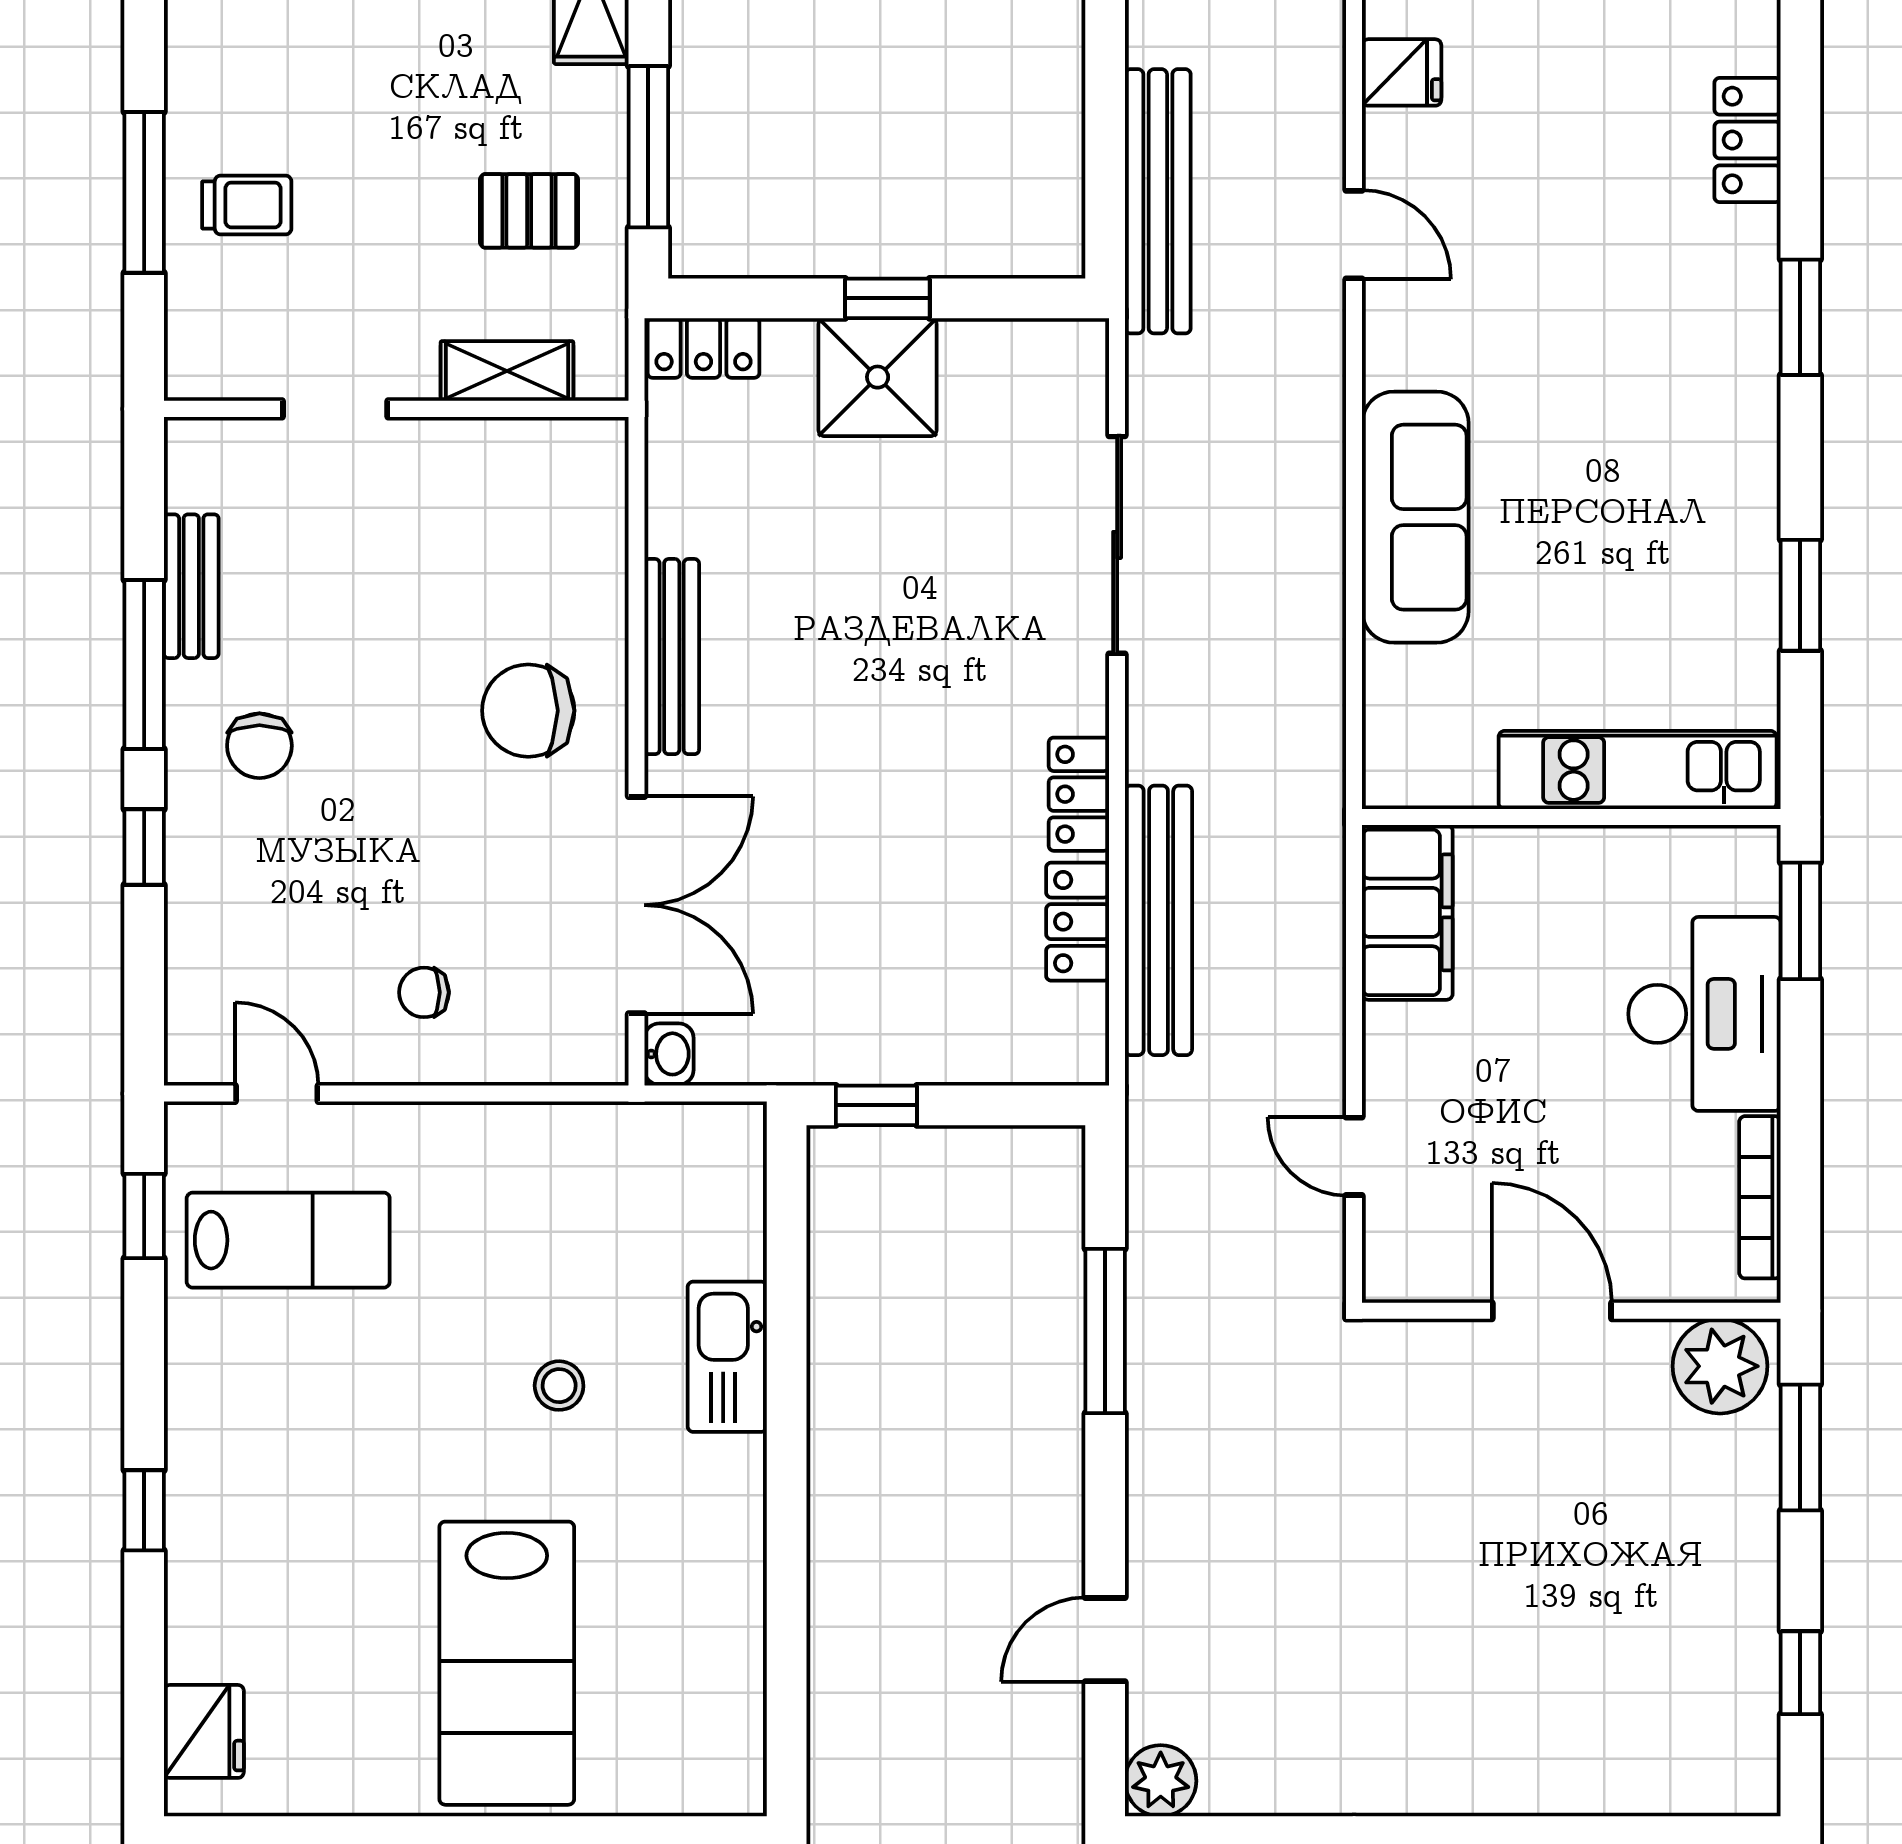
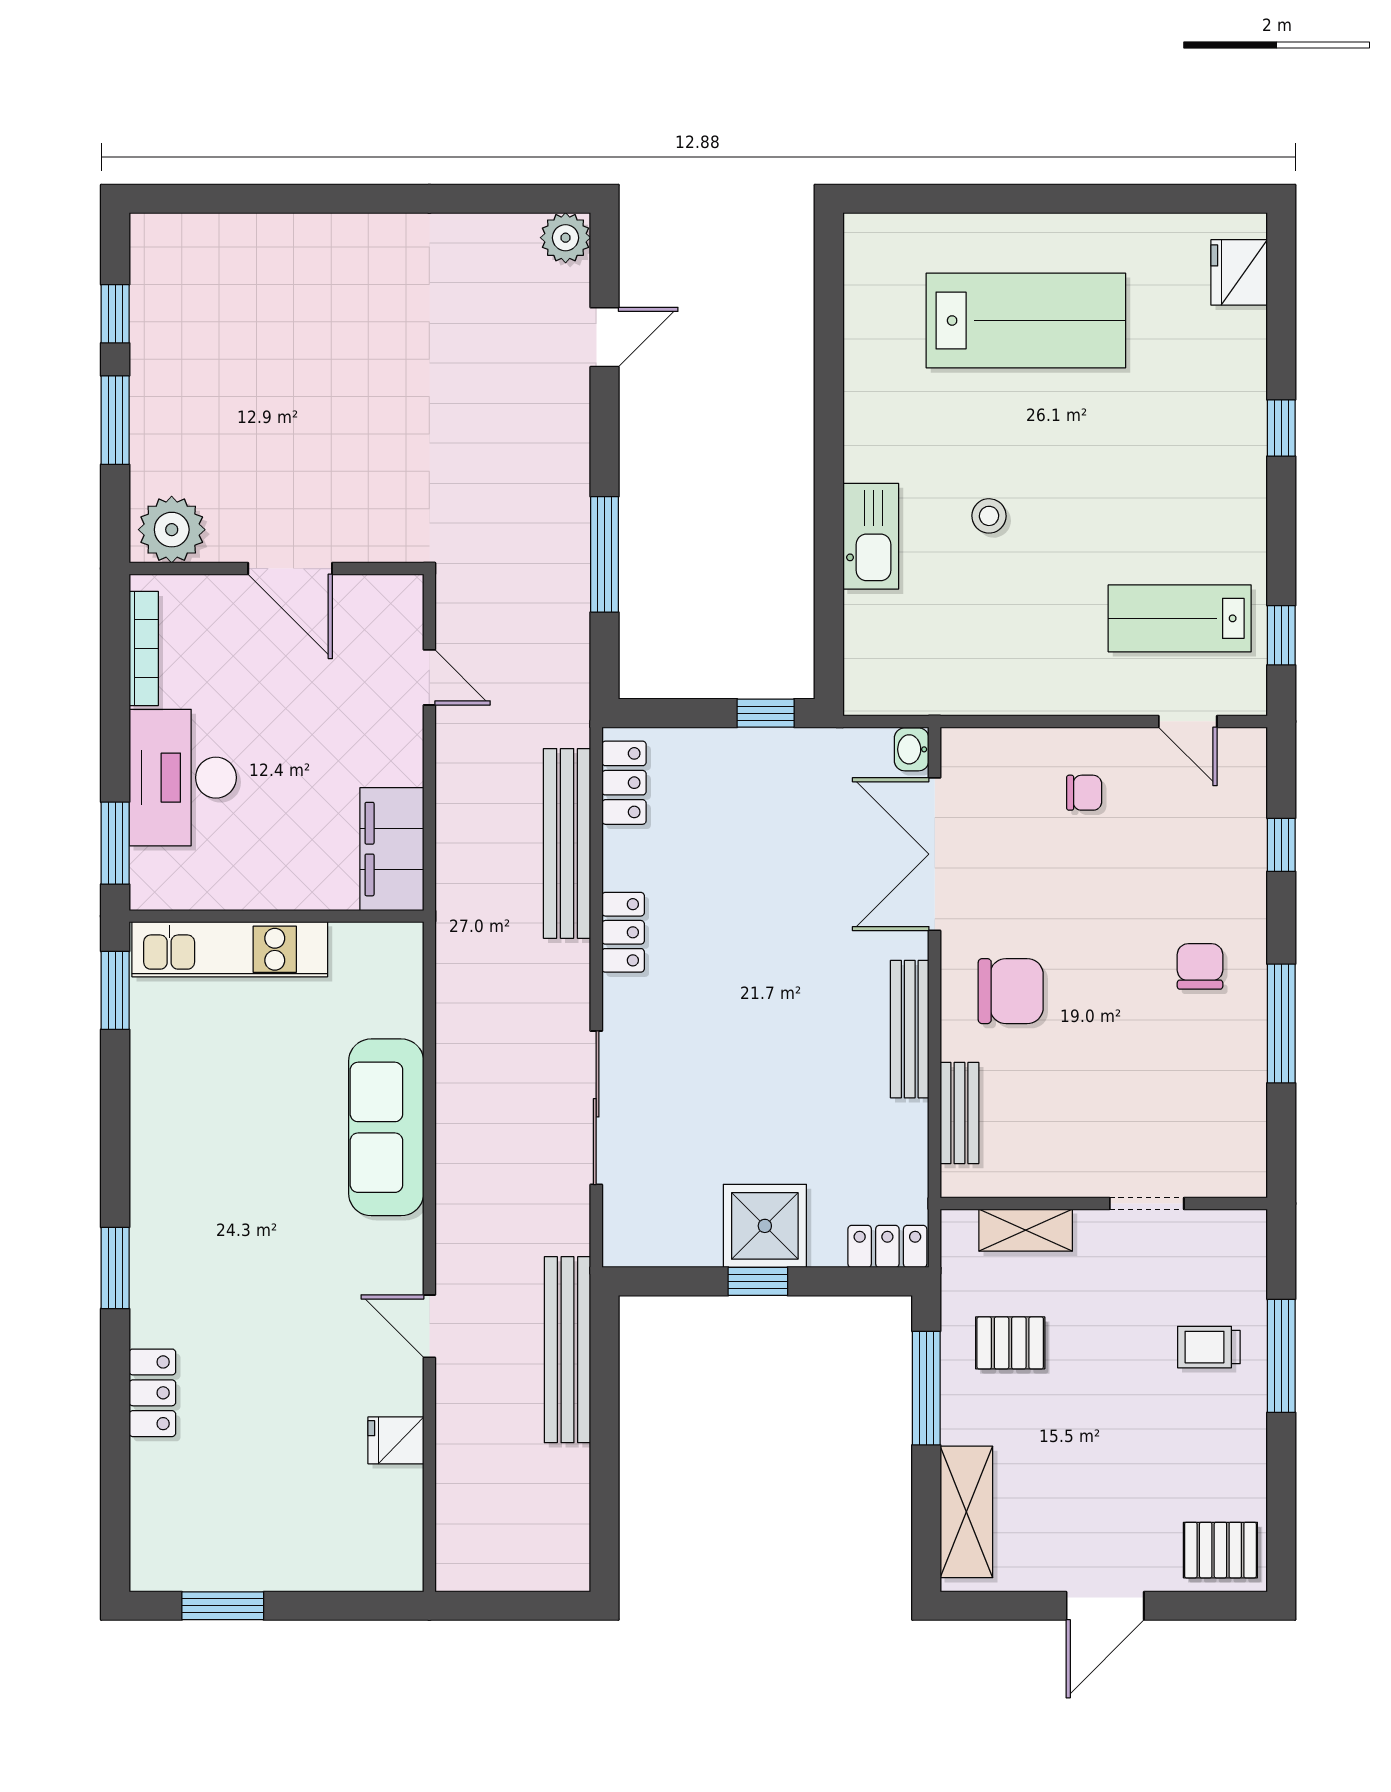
bench: (191, 586) -> (959, 1113), moved
window: (1800, 595) -> (115, 990), moved
window: (144, 847) -> (1281, 845), moved
locker: (1078, 922) -> (624, 783), moved
window: (1800, 1447) -> (115, 420), moved
lab bench: (507, 1663) -> (1026, 321), turned 90

